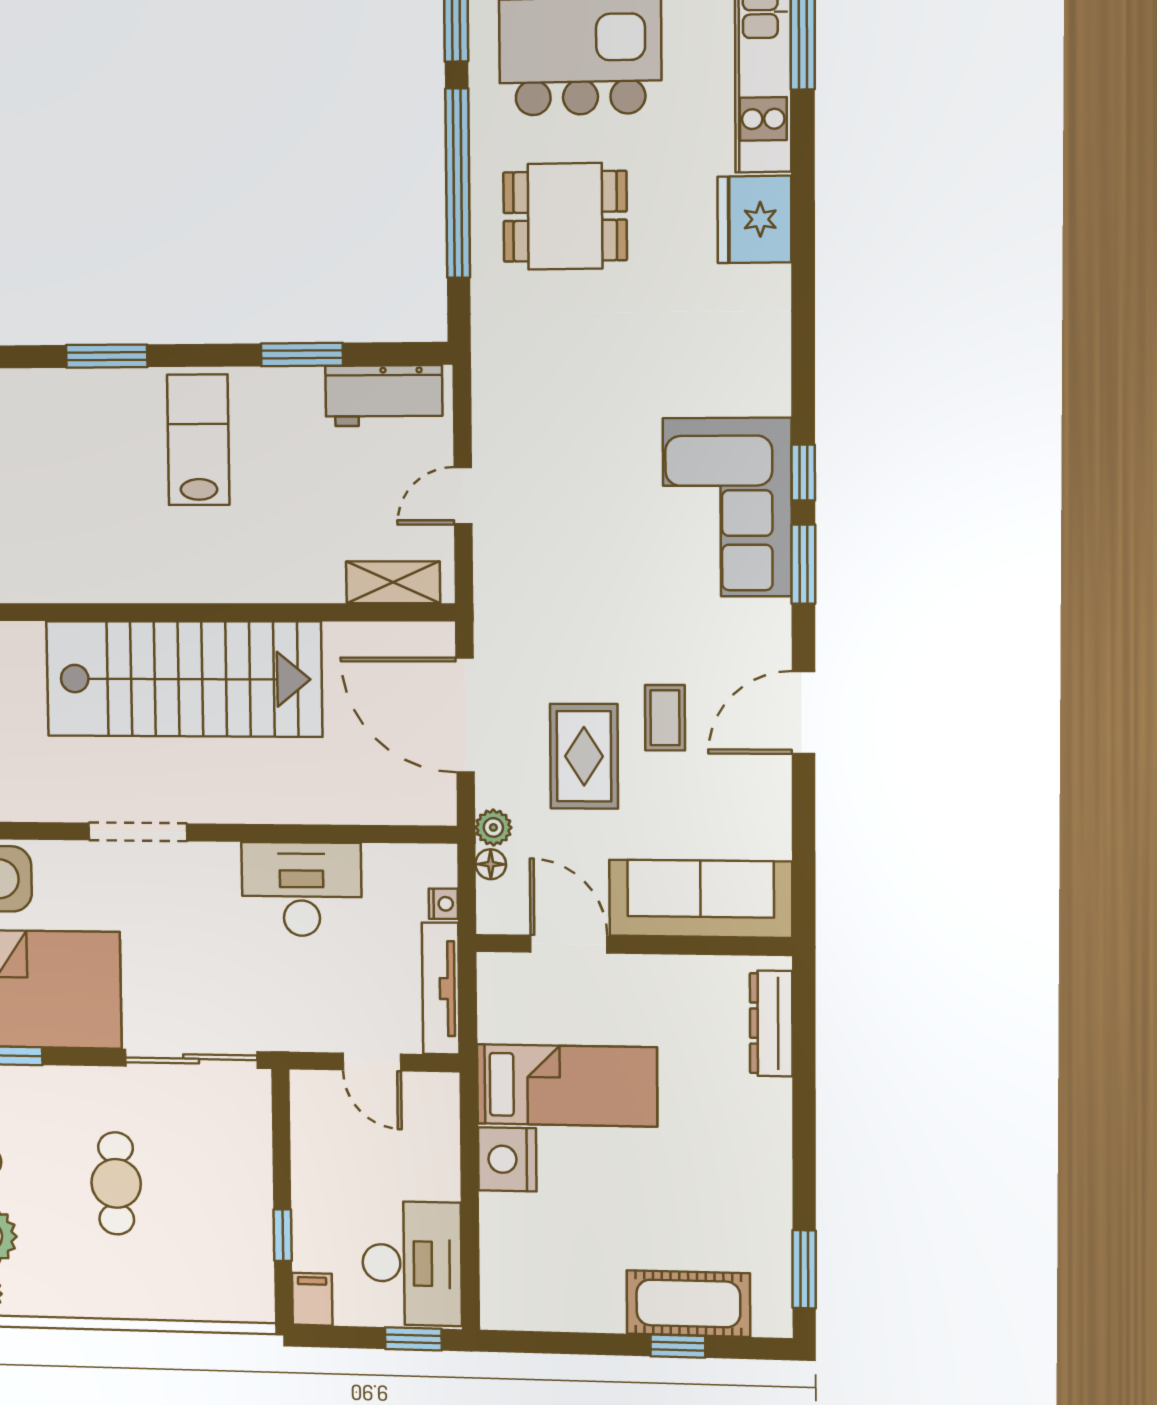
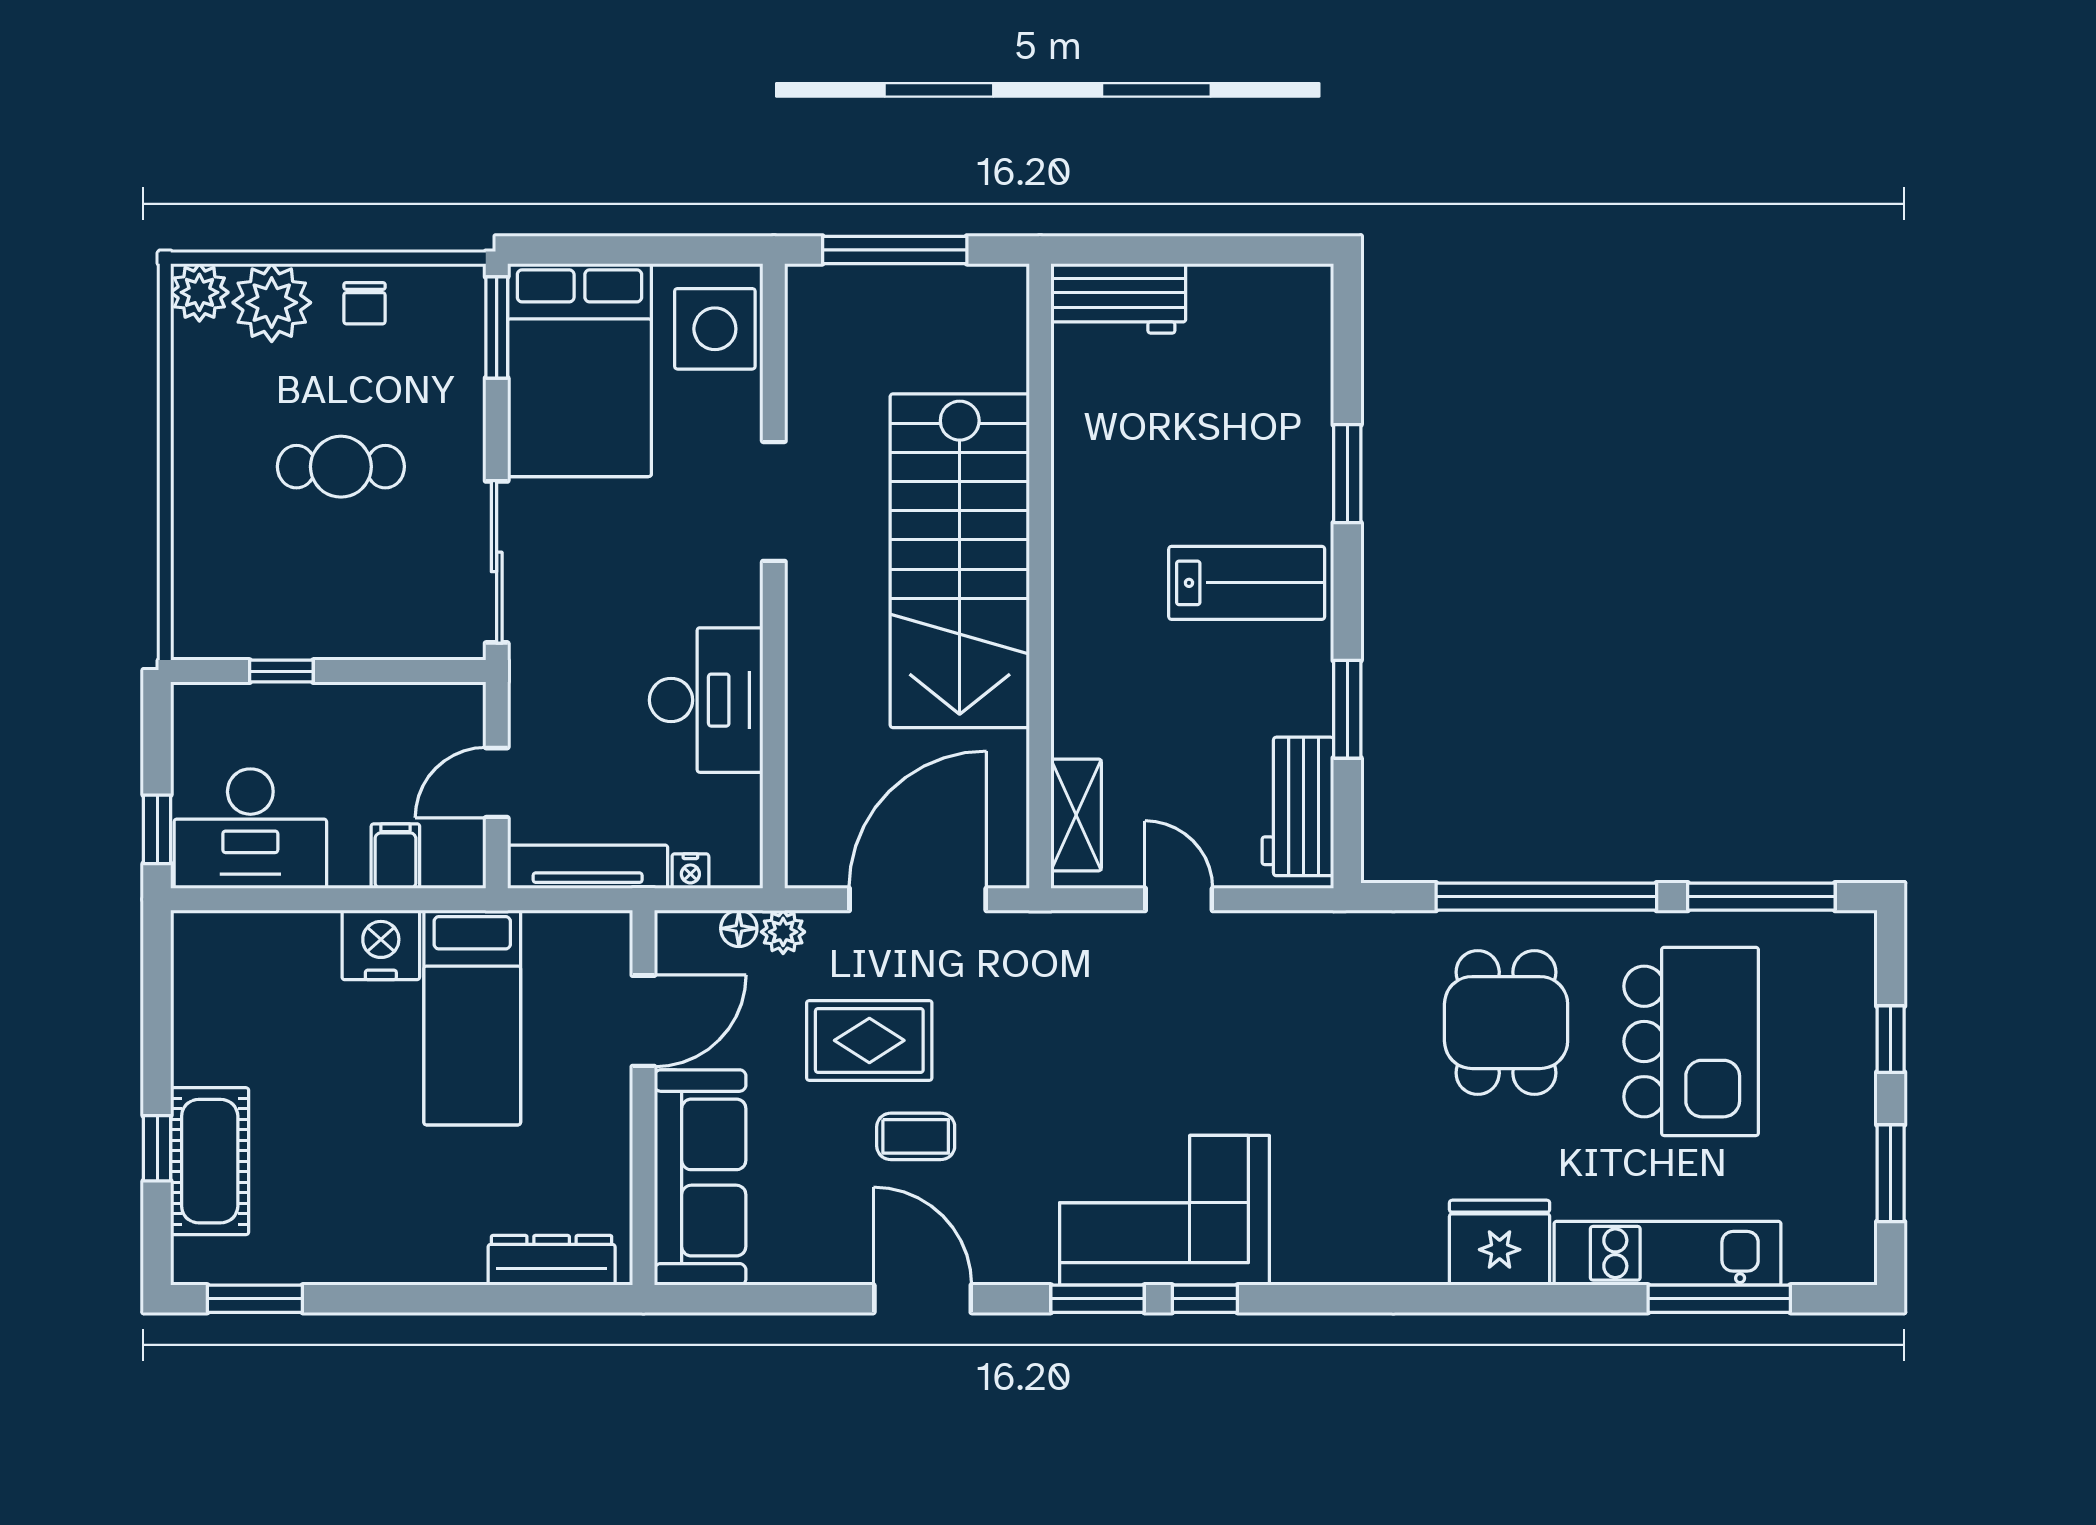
filing cabinet: (312, 1299) -> (395, 856), moved, turned -90

